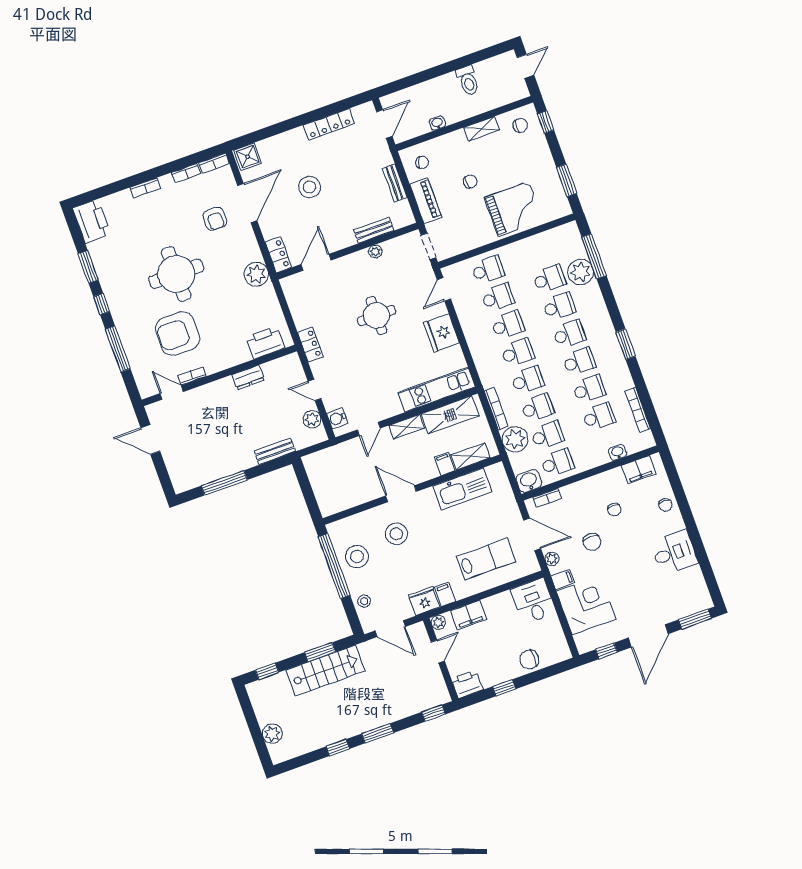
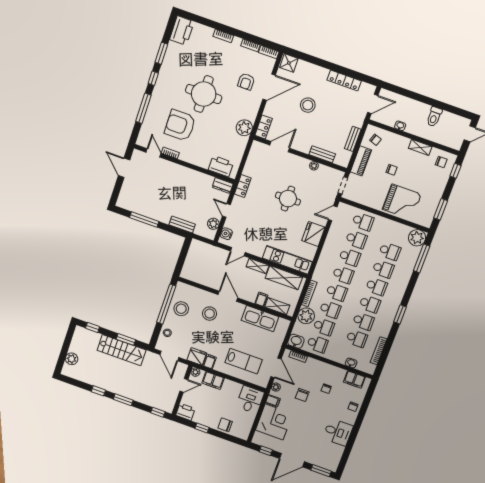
plant: (581, 272) -> (417, 238), moved
dresser: (248, 377) -> (223, 185), moved

